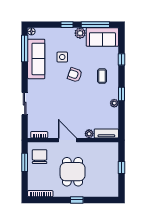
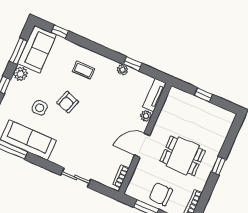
window: (95, 25) -> (18, 51), width x0.69
window: (122, 59) -> (60, 32), moved
window: (122, 94) -> (133, 64), moved
chair: (40, 157) -> (161, 194), moved

